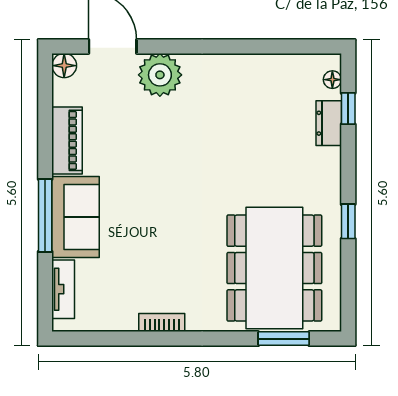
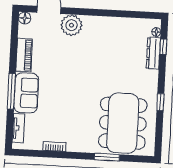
dresser: (329, 123) -> (153, 53), width x1.44
bookcase: (162, 323) -> (54, 146), moved
window: (284, 339) -> (107, 157), moved

